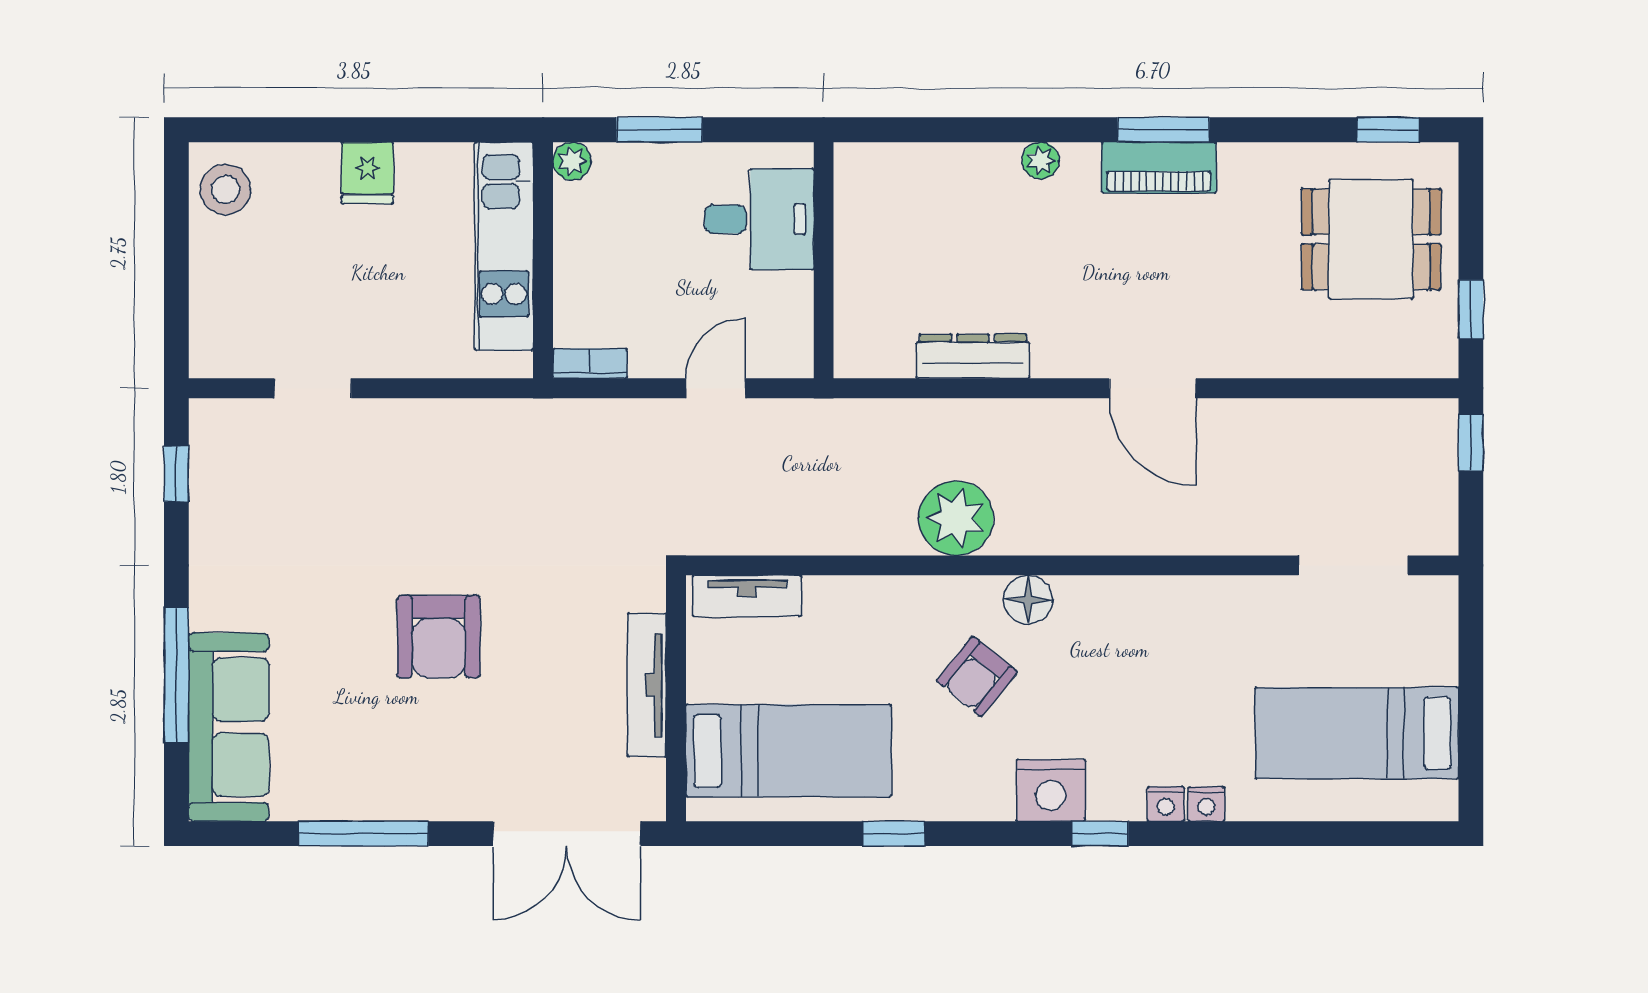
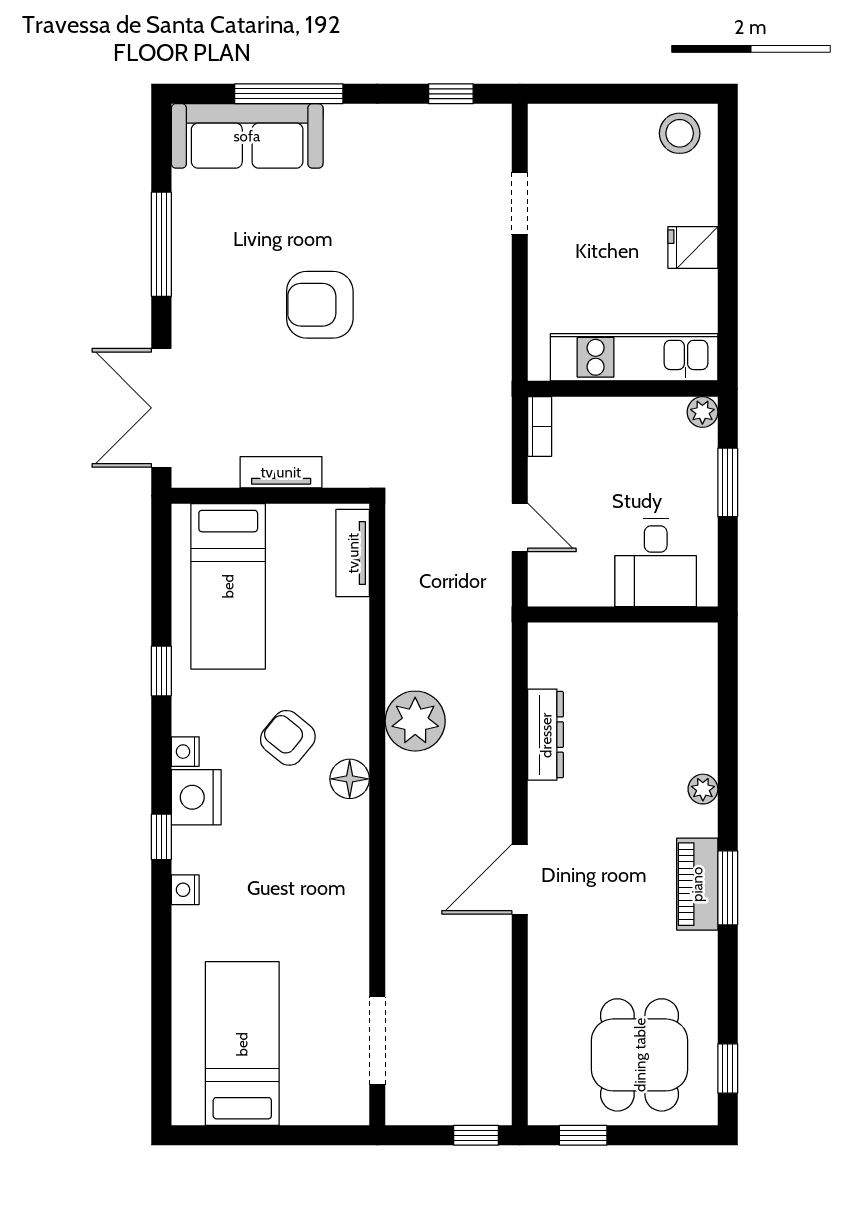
tv unit: (647, 685) -> (281, 472), width x0.71
nightstand: (1206, 804) -> (185, 752), moved

